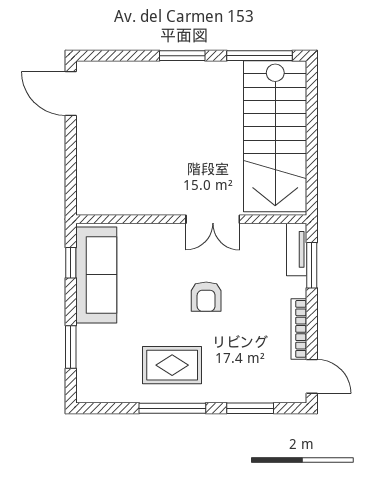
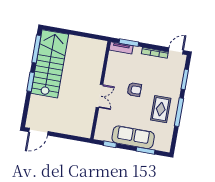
stairs: (275, 136) -> (50, 64), moved, turned -90
double door: (213, 219) -> (99, 96), moved
sofa: (96, 275) -> (133, 137), moved

